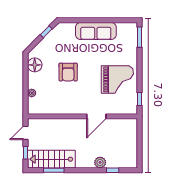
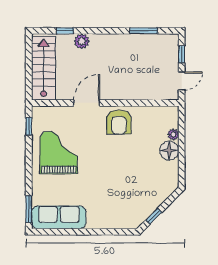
sofa: (96, 31) -> (59, 217), moved
floor lamp: (35, 65) -> (169, 151), moved
armchair: (68, 72) -> (119, 122), moved, turned 180
grand piano: (117, 79) -> (59, 152), turned 90
stairs: (51, 159) -> (44, 68), moved, turned -90

